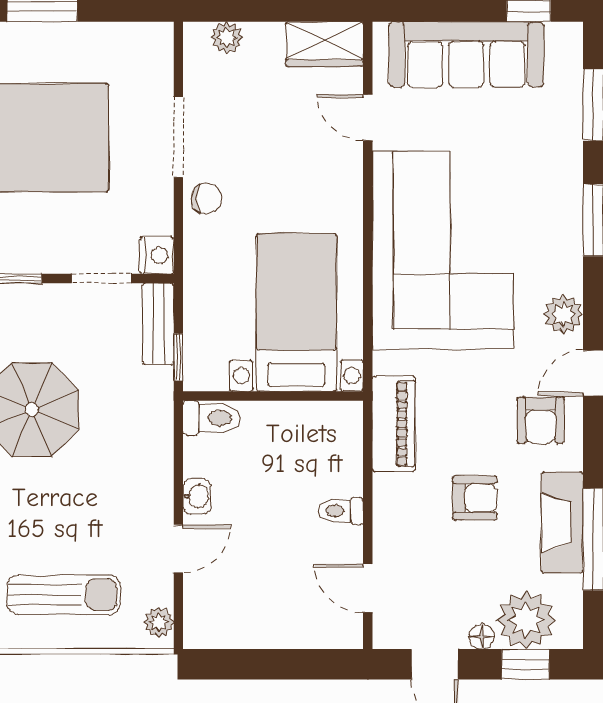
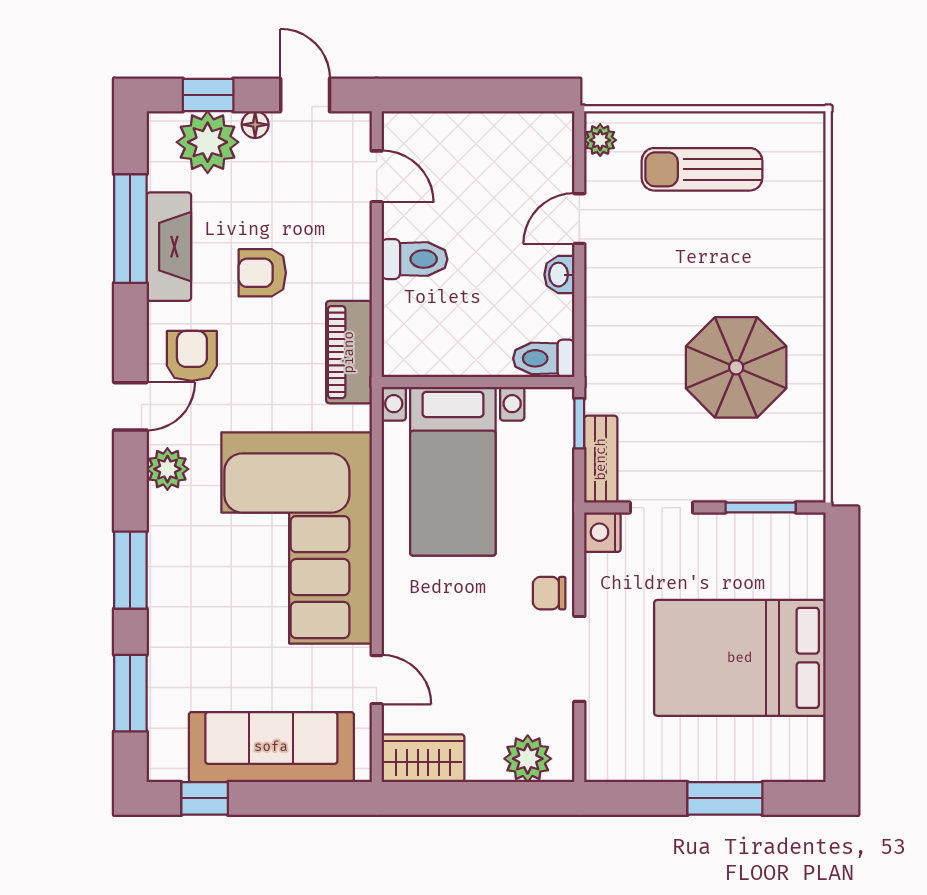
plant: (227, 38) -> (528, 759), width x1.38, depth x1.38
toilet: (341, 511) -> (415, 259), width x1.37, depth x1.39

